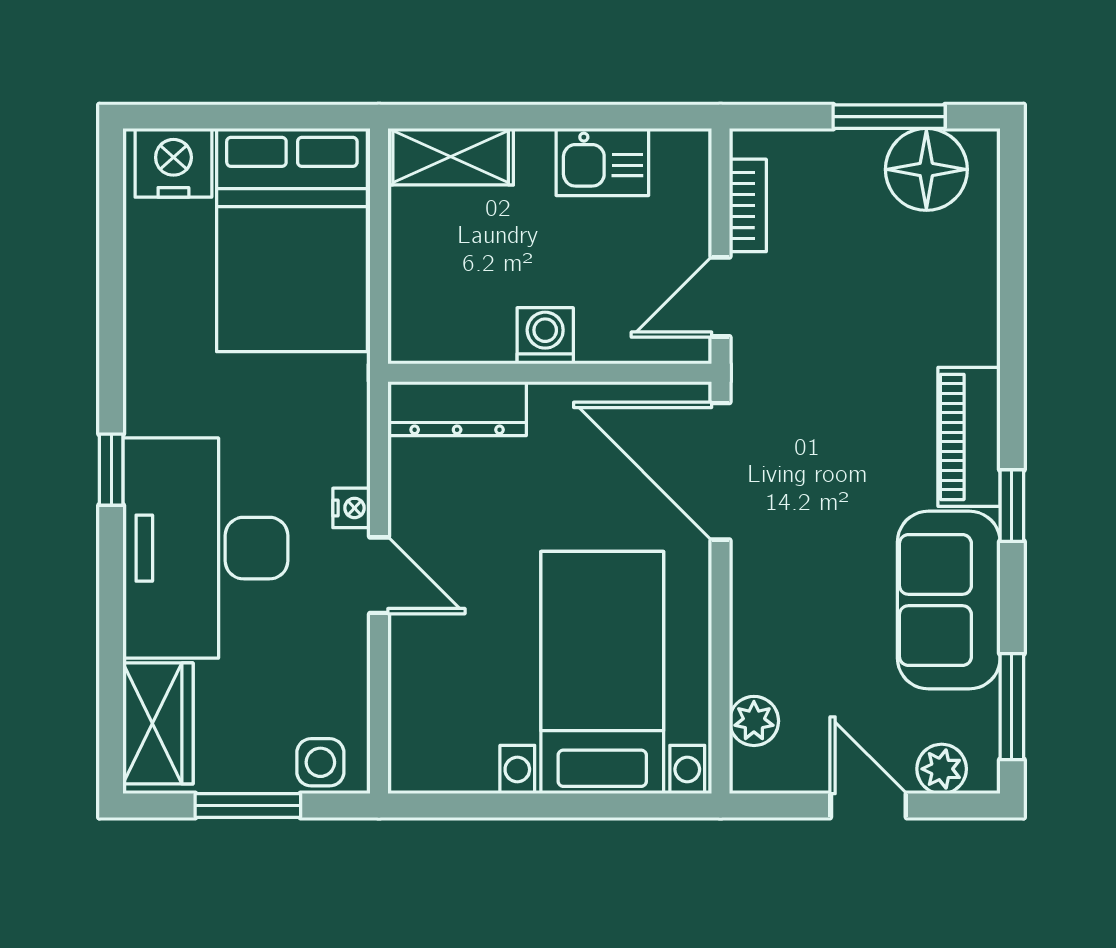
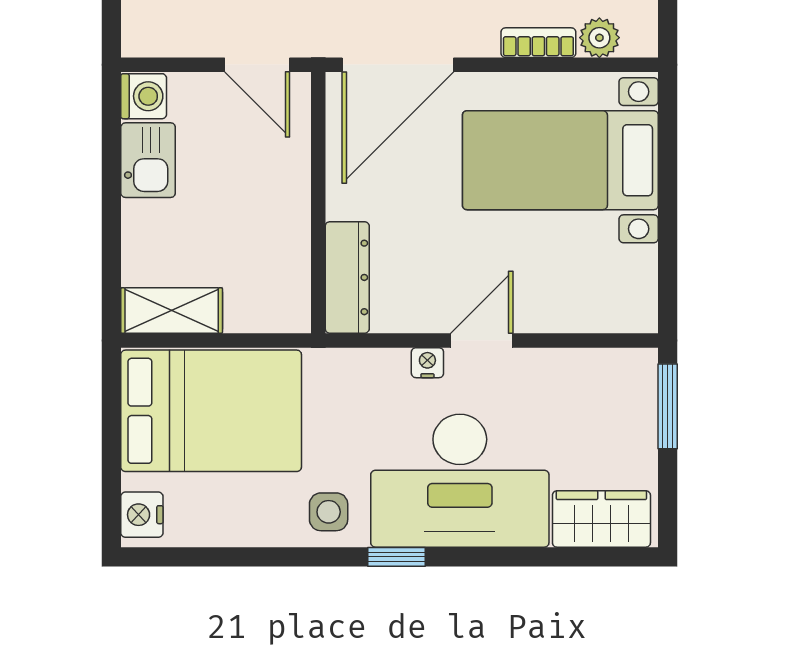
shelving: (451, 157) -> (172, 311), moved, turned 90
nightstand: (173, 163) -> (142, 515), width x0.74, depth x0.75
bookcase: (748, 205) -> (538, 43), moved
washing machine: (545, 336) -> (144, 96), moved, turned 180
side table: (320, 762) -> (329, 512), moved
window: (248, 805) -> (668, 406), moved

